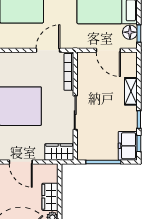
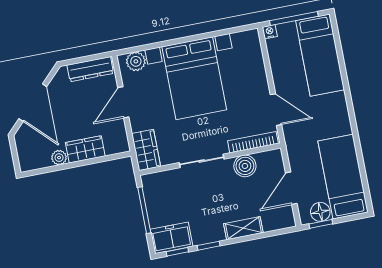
boiler: (85, 81) -> (245, 166), added

